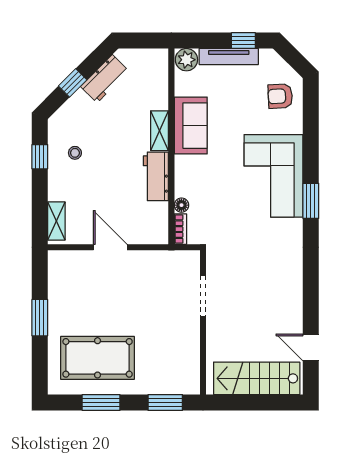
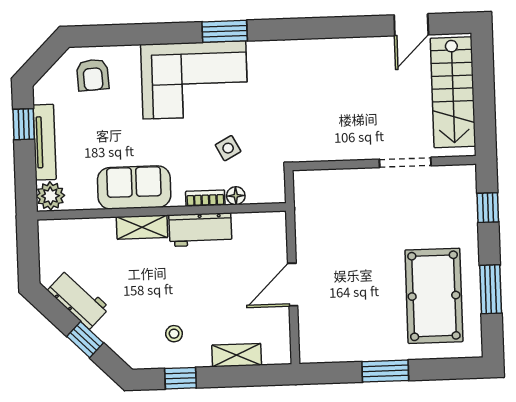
side table: (219, 200) -> (228, 148), added
shelving: (56, 221) -> (237, 355), moved
bookcase: (180, 229) -> (205, 198), moved
doorway: (203, 296) -> (405, 162), moved
window: (165, 403) -> (488, 208), width x0.67

